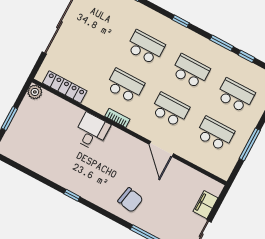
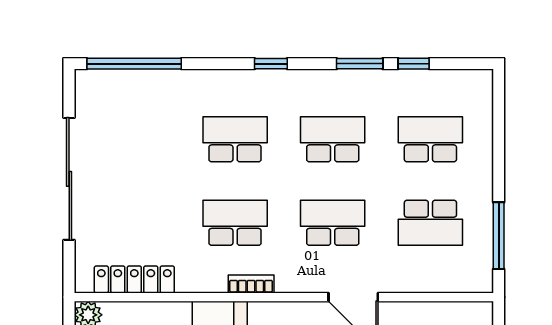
school desk: (215, 134) -> (430, 223), turned 180
window: (250, 144) -> (499, 236), moved

